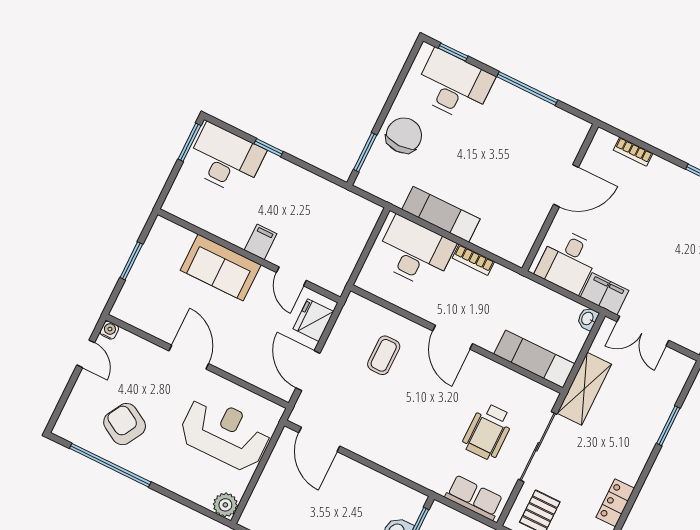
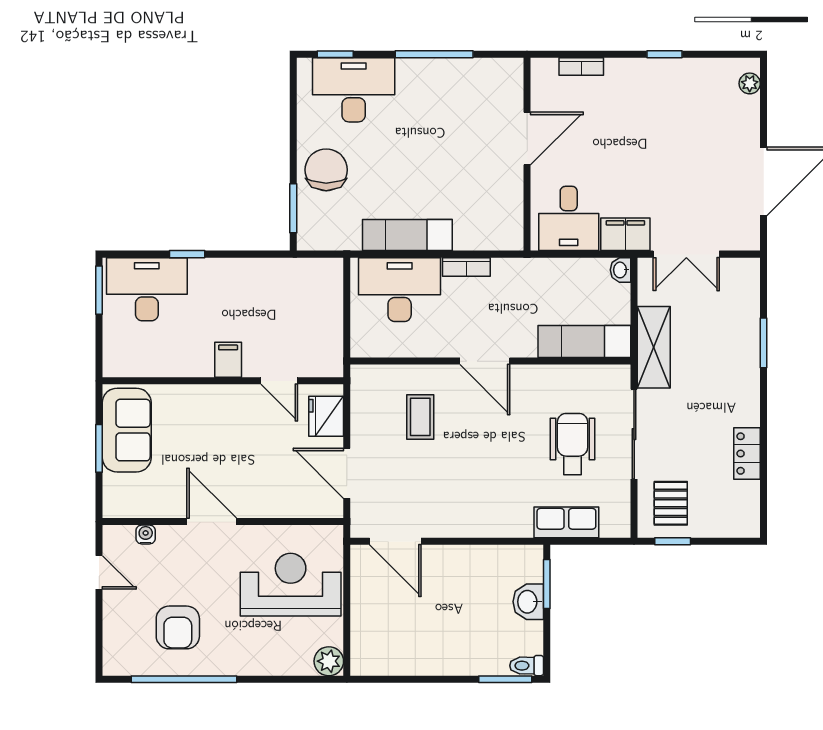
sofa: (221, 268) -> (127, 430), moved, turned -90
water cooler: (109, 330) -> (146, 534), moved
armchair: (125, 424) -> (178, 627), turned -120
wheelchair: (488, 431) -> (573, 444), turned 180
row of seats: (474, 498) -> (566, 522), moved

